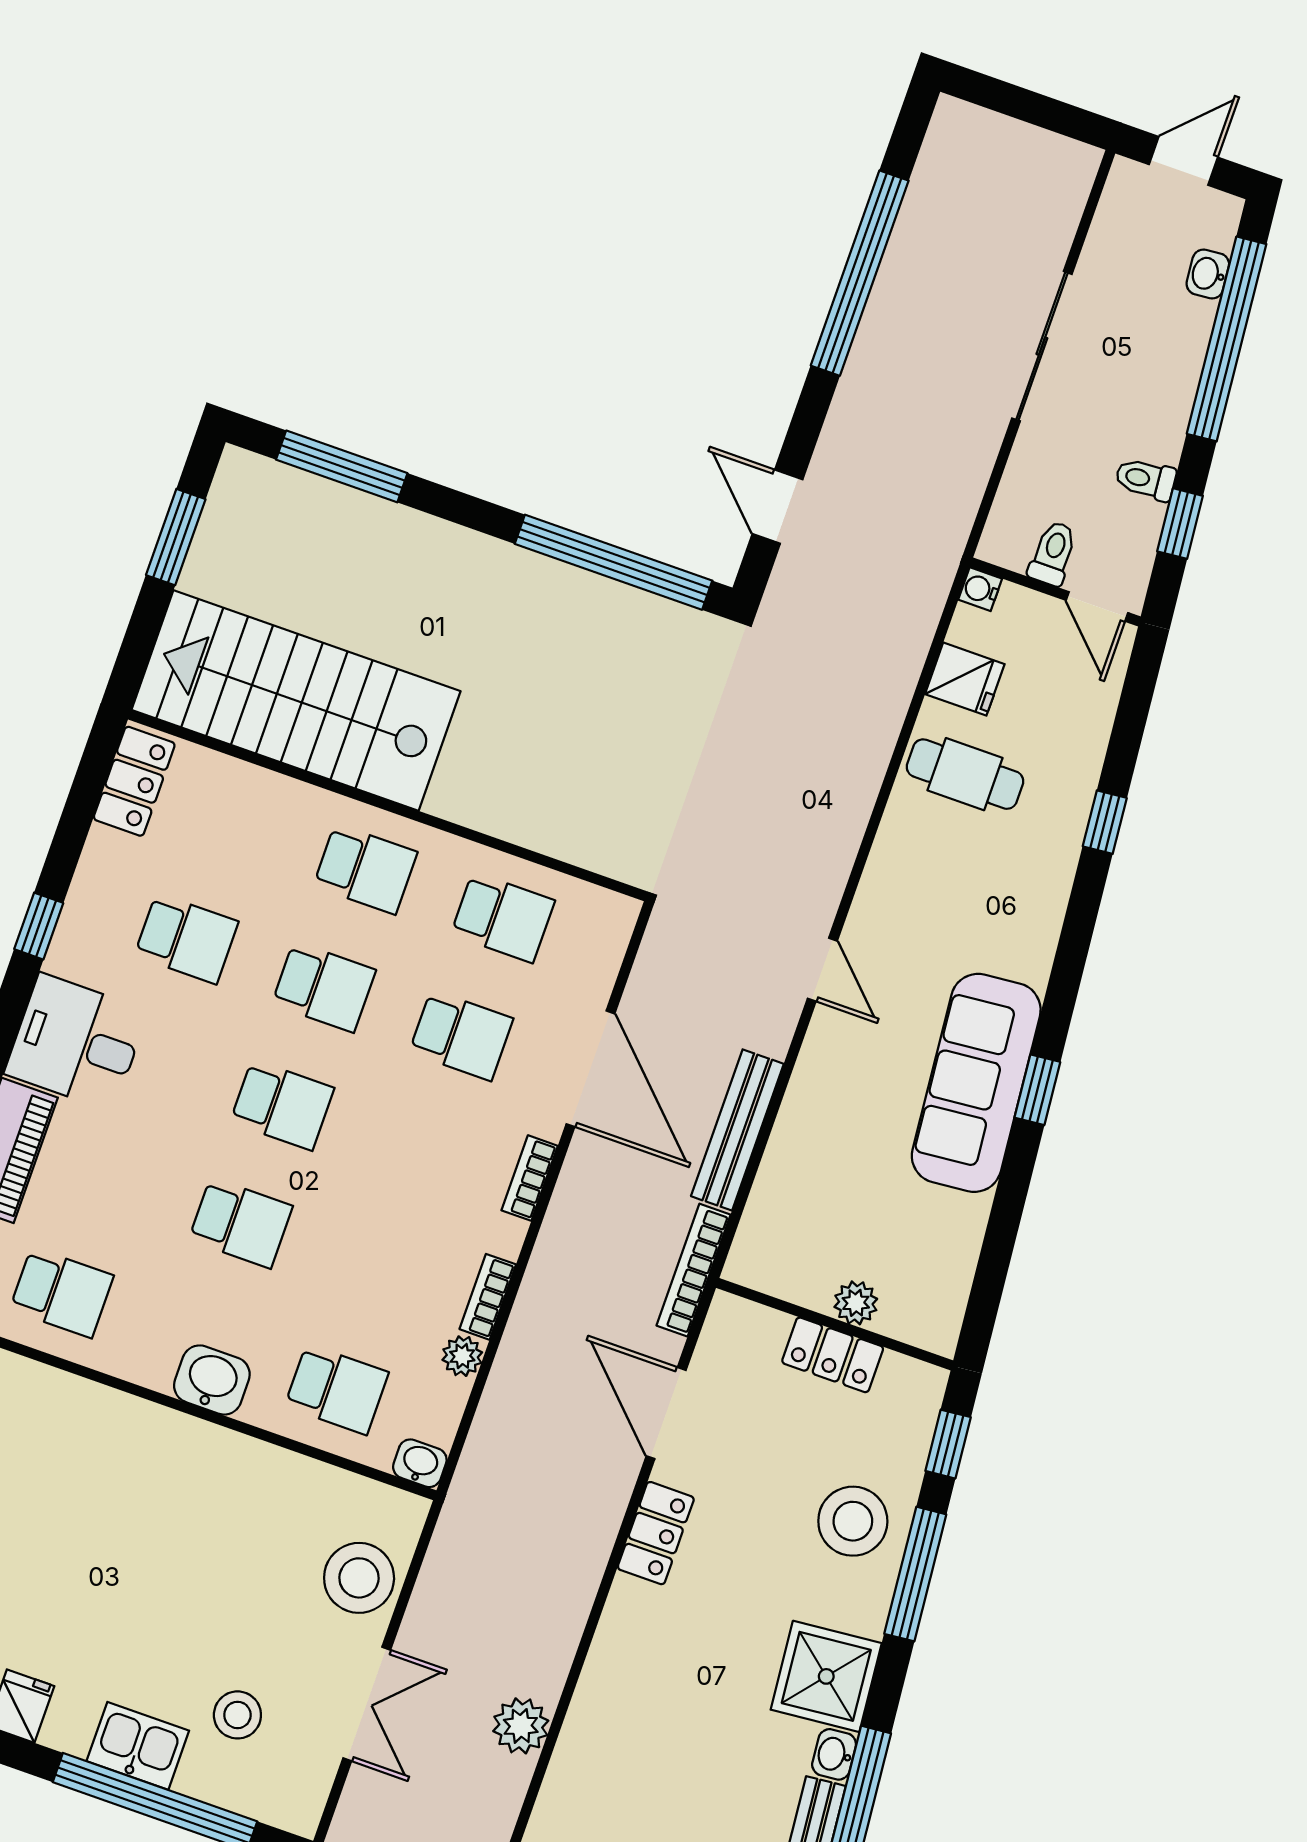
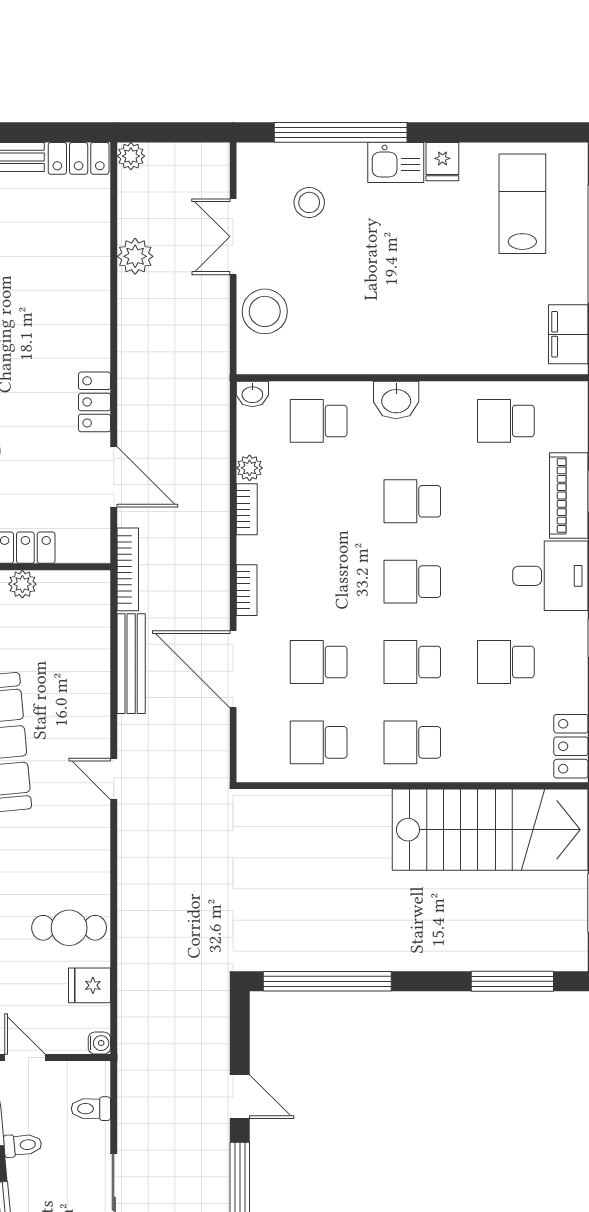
door: (777, 507) -> (240, 1097), moved
toilet: (1053, 553) -> (91, 1109), moved, turned 90
kitchen sink: (138, 1746) -> (396, 162), moved

